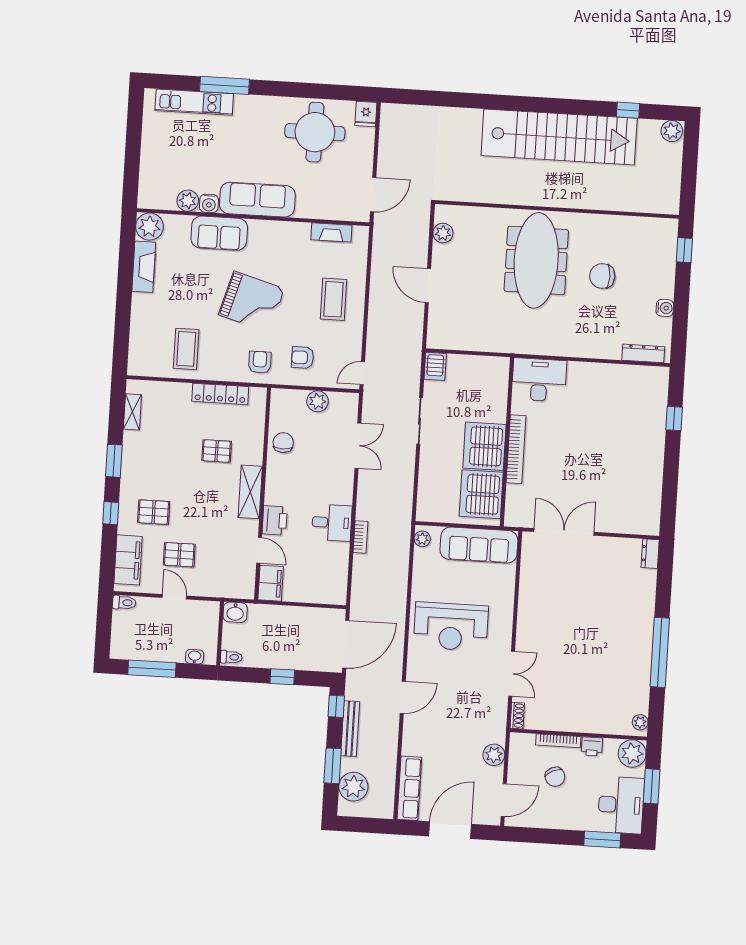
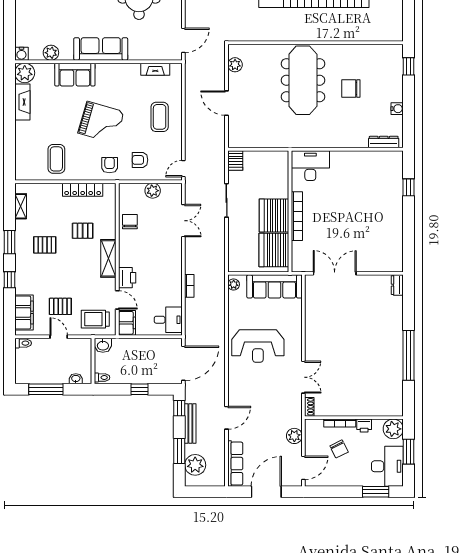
water cooler: (209, 203) -> (21, 54), moved
pallet: (154, 512) -> (45, 245), moved
desk: (332, 523) -> (168, 320), moved
trolley: (227, 575) -> (95, 319), added
door: (403, 697) -> (227, 418), moved
plant: (640, 722) -> (398, 406), removed

